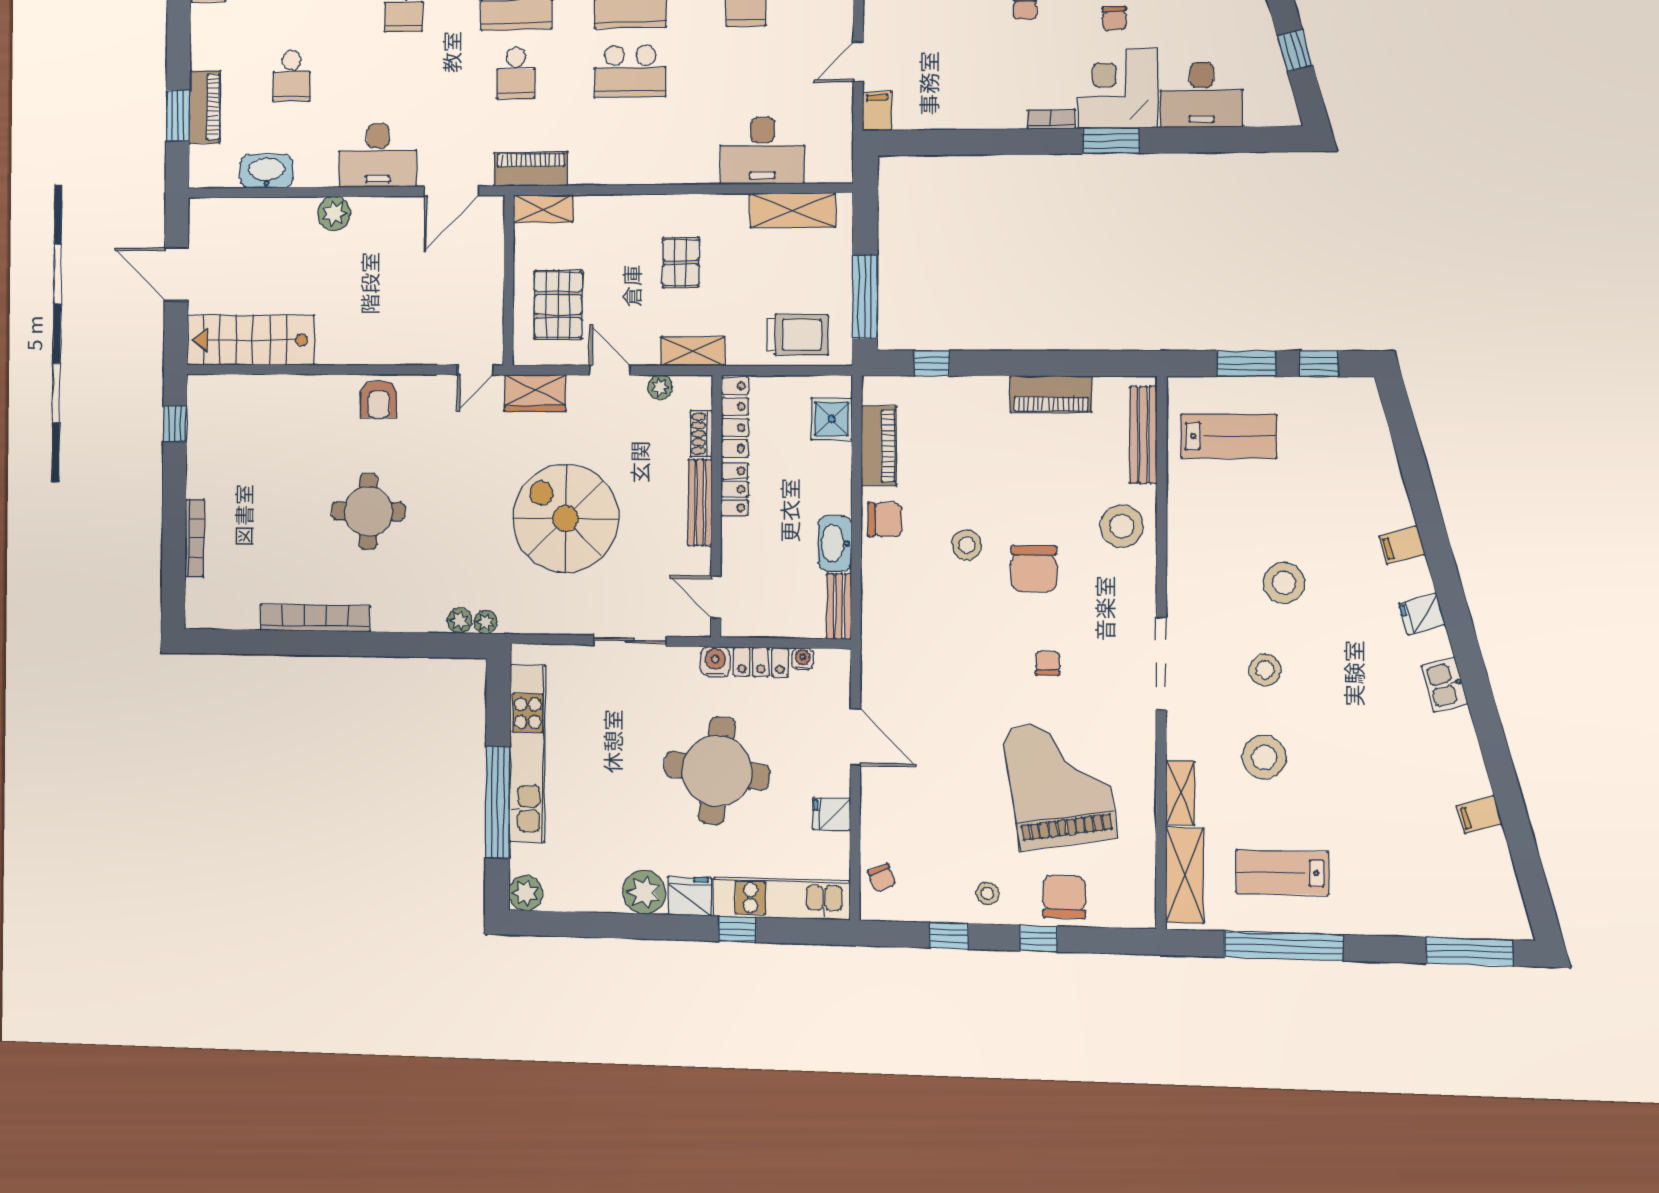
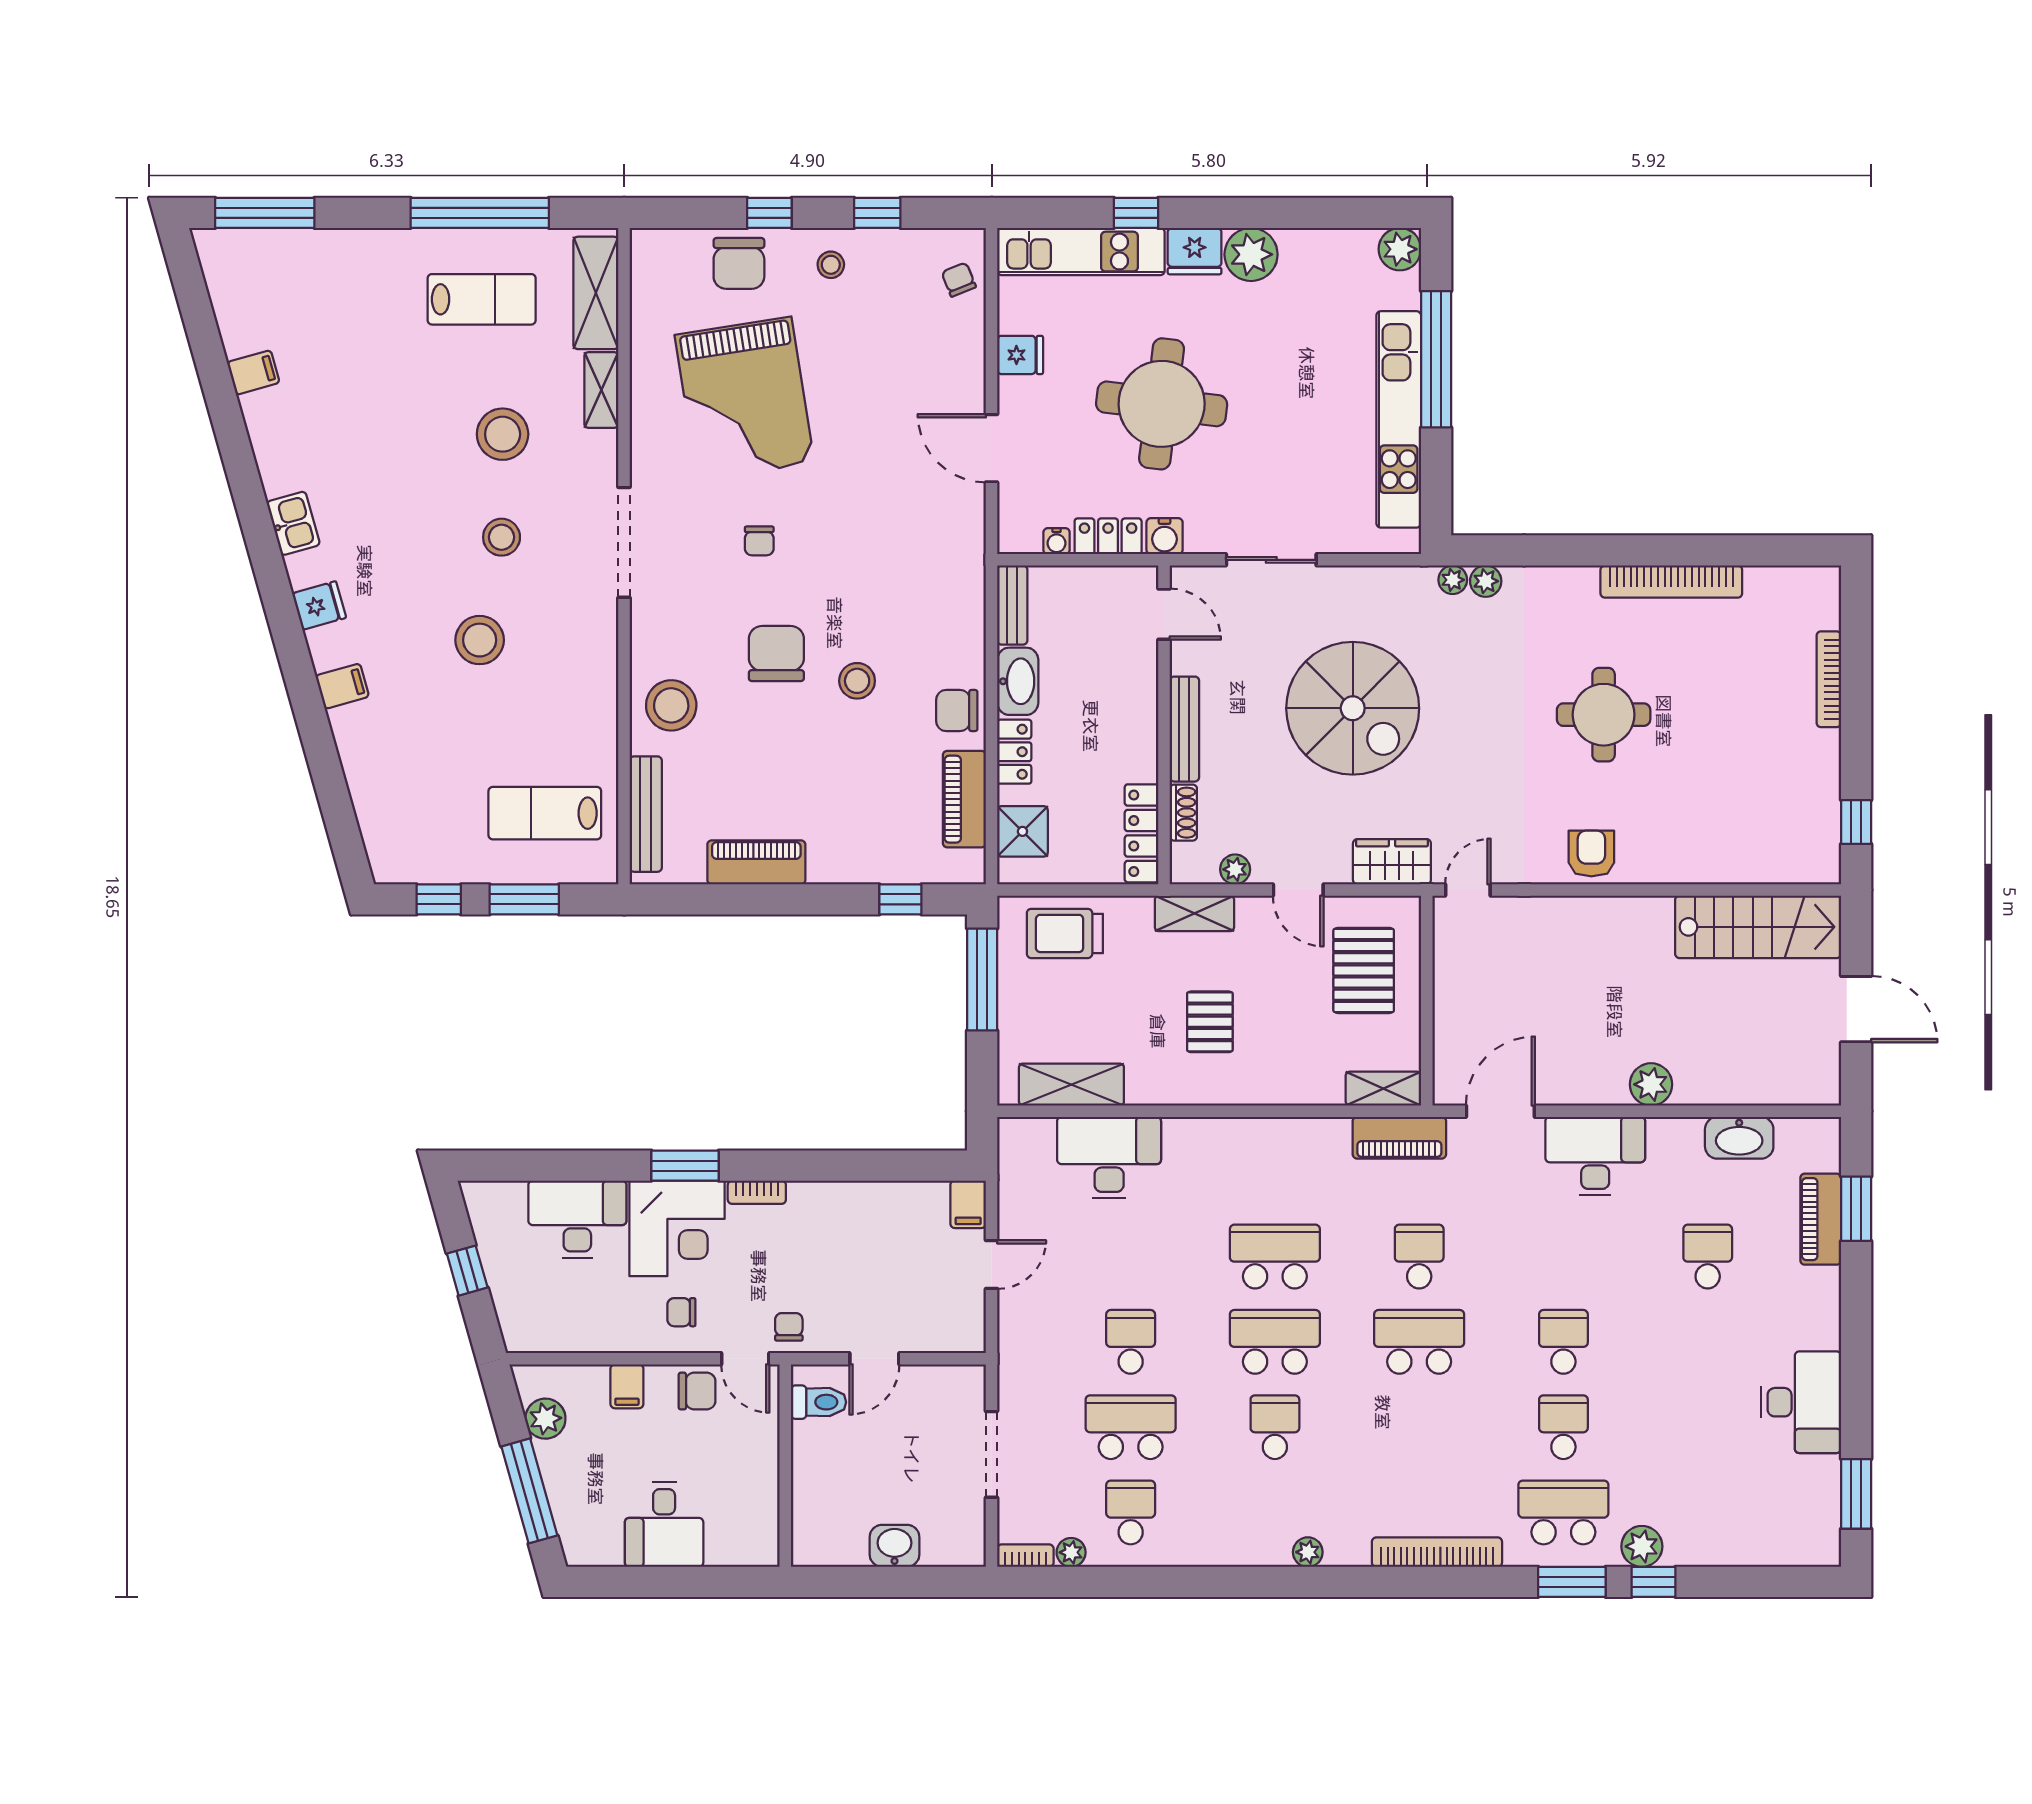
chair: (1114, 19) -> (681, 1312), turned -87
locker: (735, 489) -> (1014, 752), moved, turned 180

